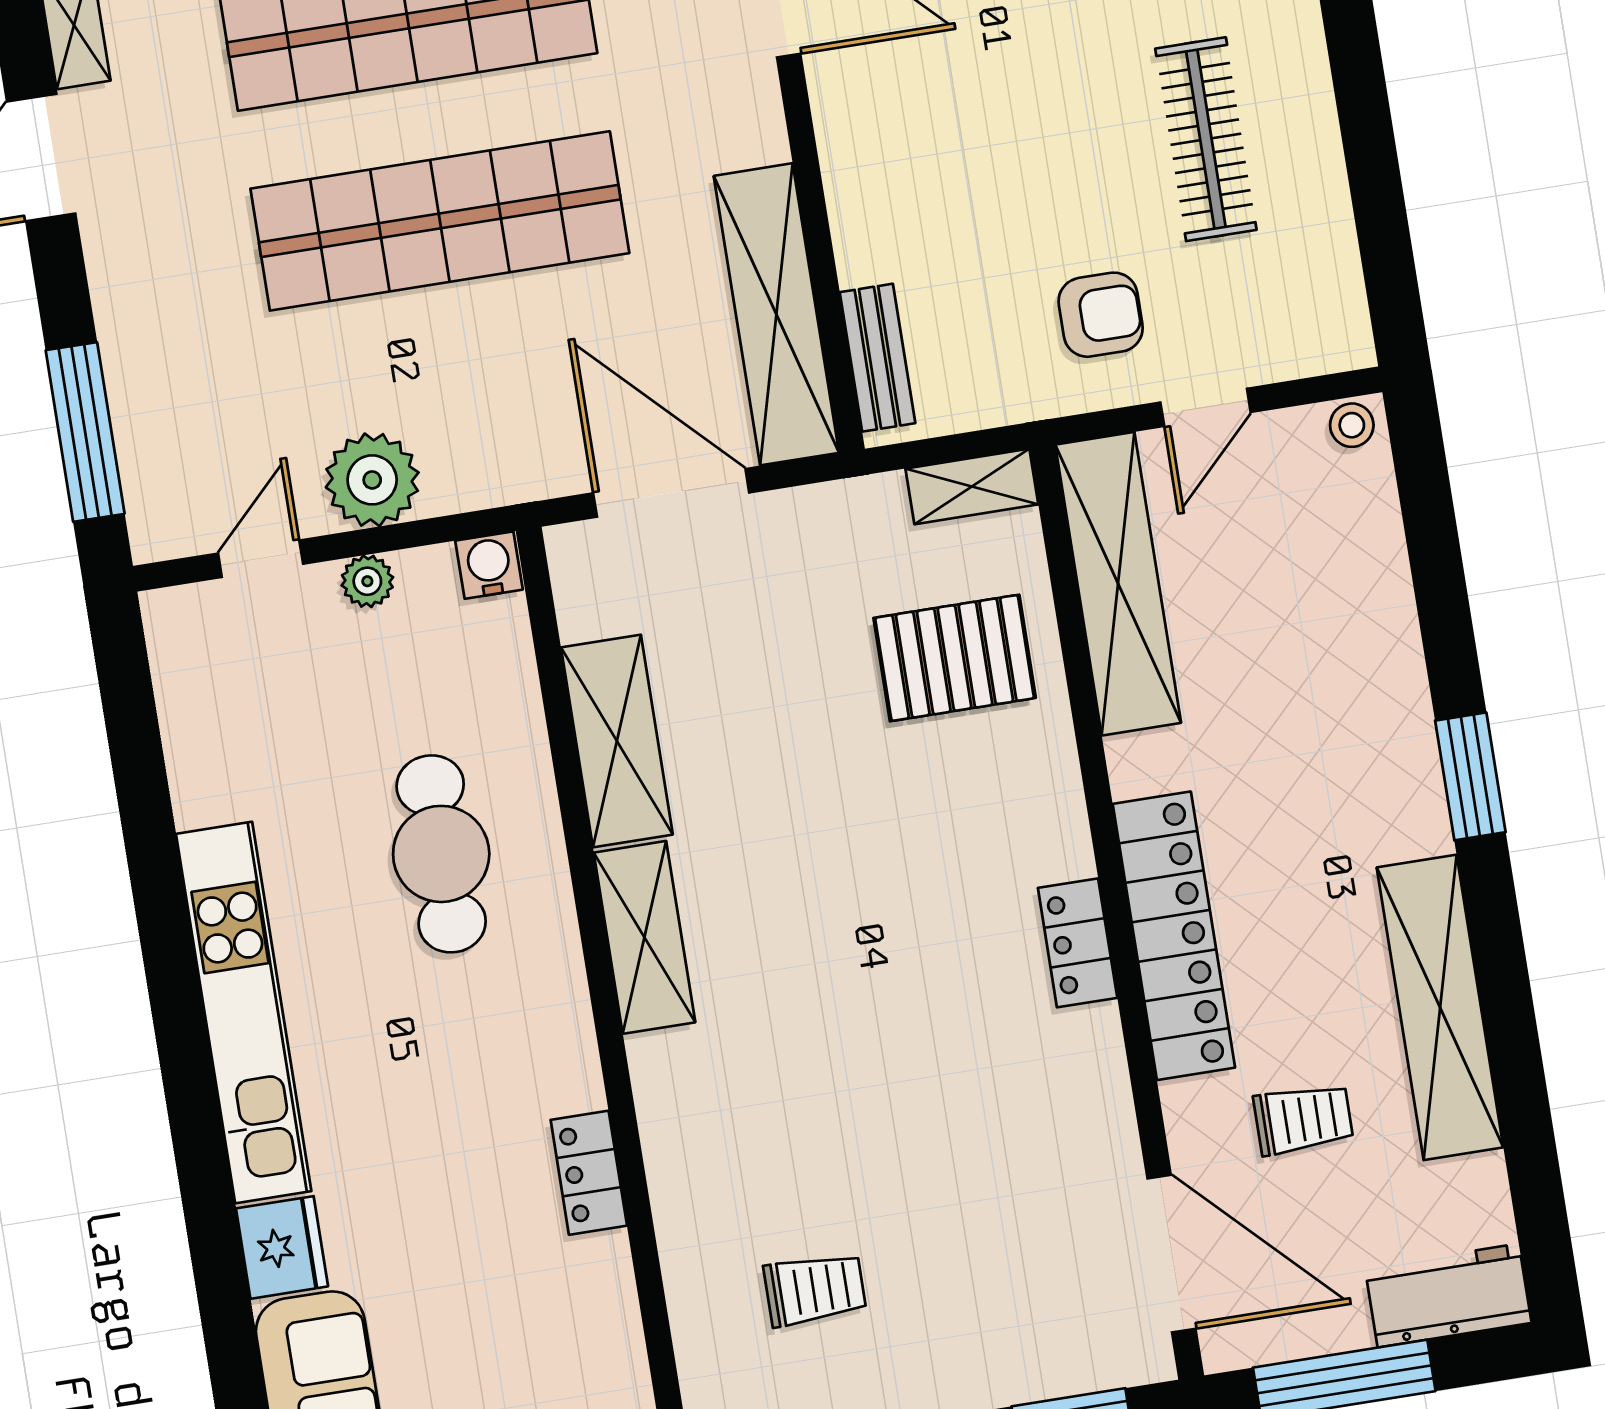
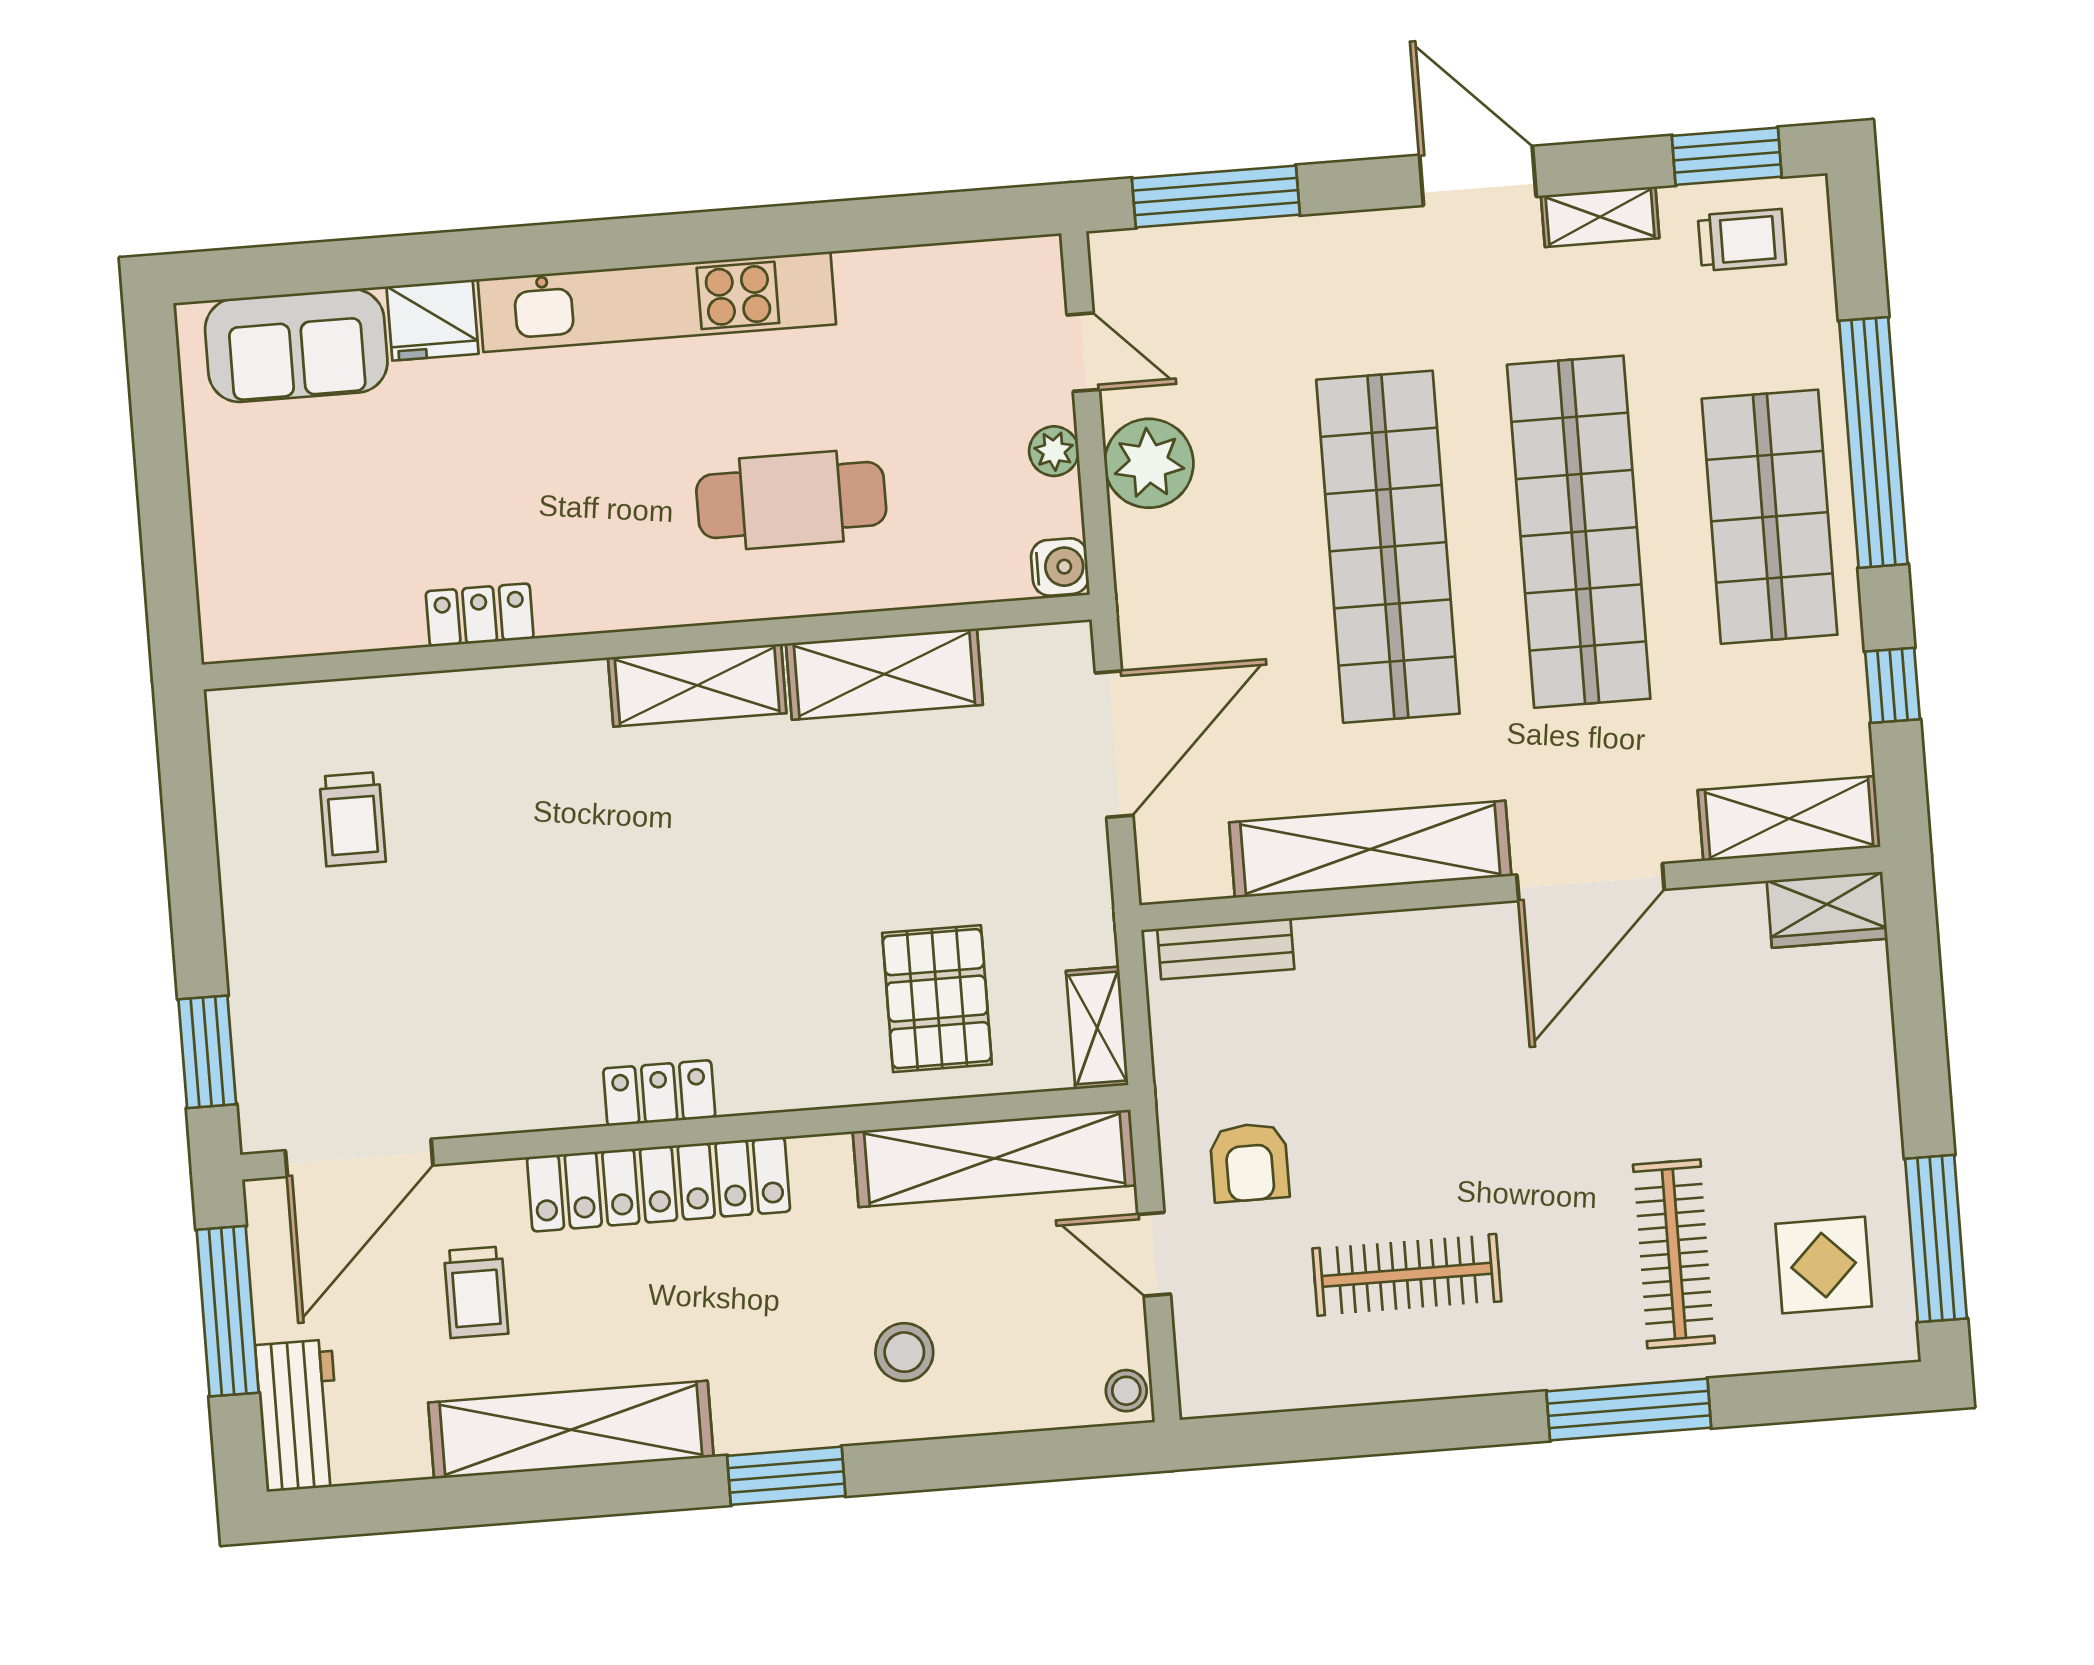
shelving: (776, 314) -> (1370, 849), moved
stool: (1330, 662) -> (904, 1352), added

